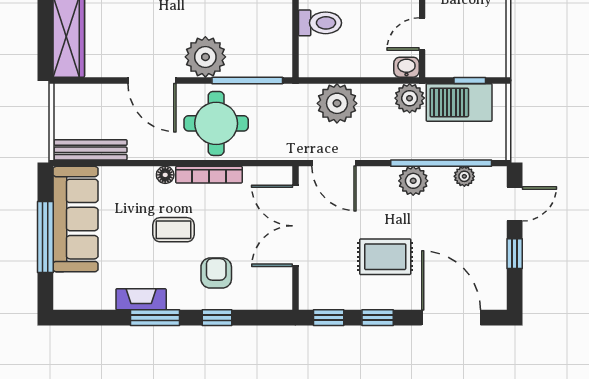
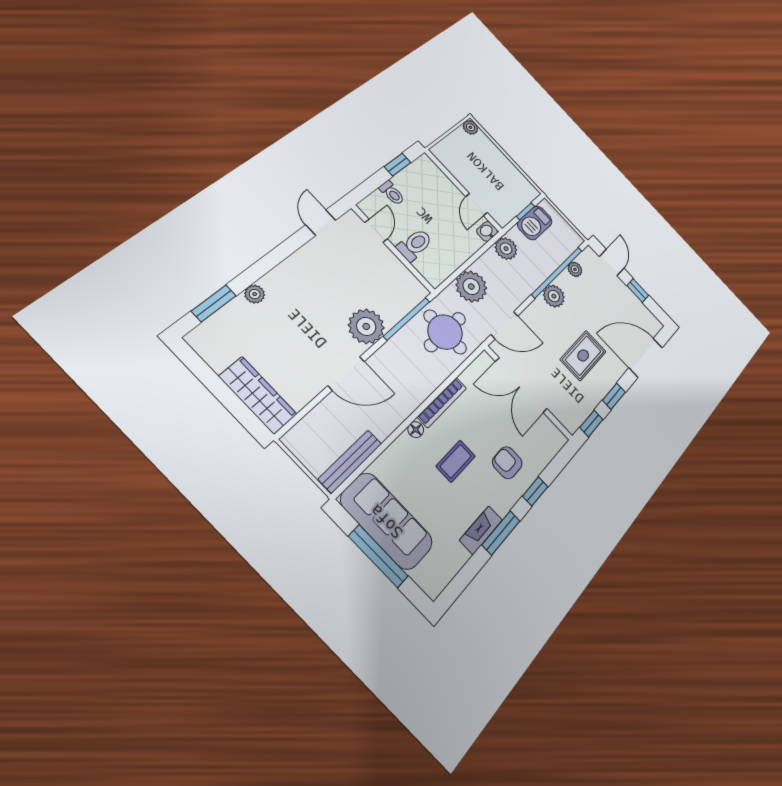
barbecue: (459, 102) -> (535, 223), width x0.73, depth x0.83
round table: (216, 123) -> (445, 332), moved

